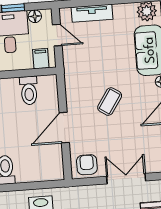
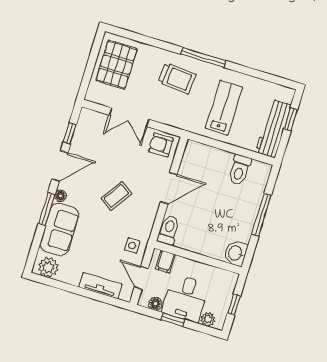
side table: (77, 62) -> (132, 245), added
toilet: (29, 90) -> (169, 230), moved
armchair: (87, 165) -> (161, 145), turned 90

